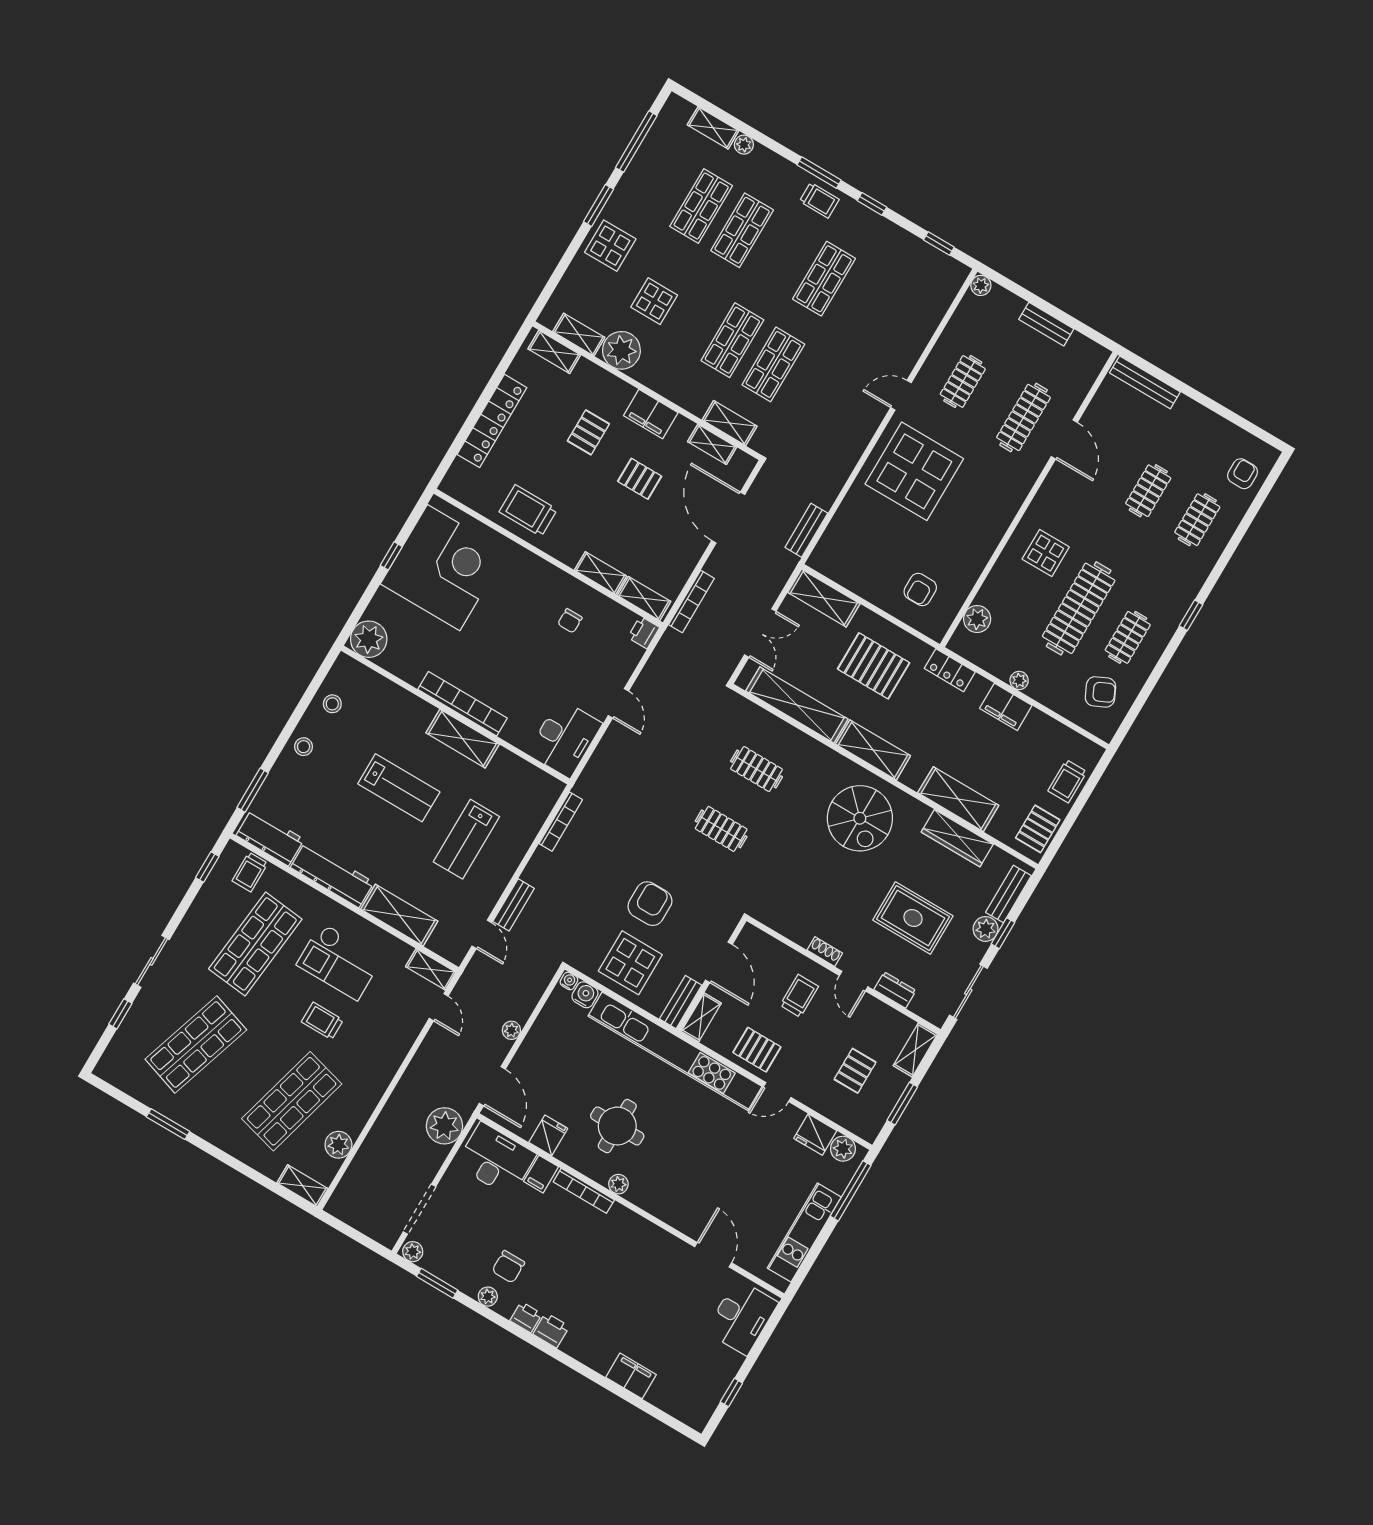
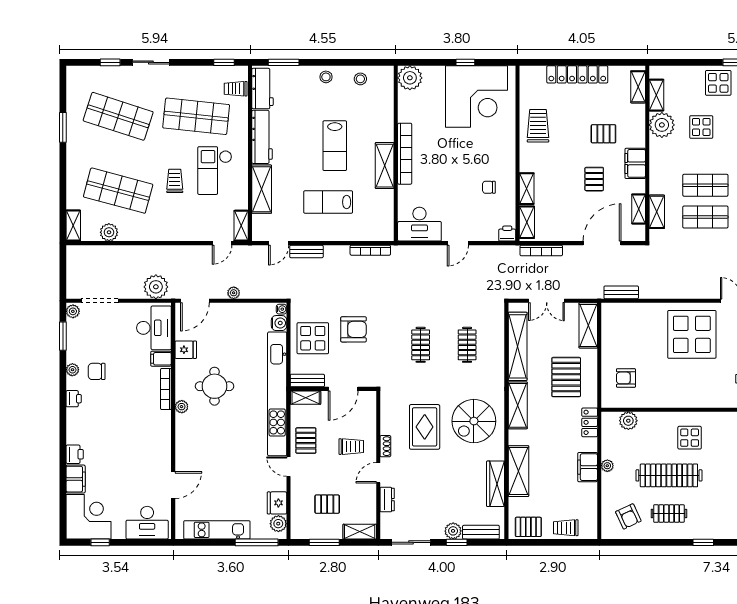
rug: (913, 918) -> (425, 427), moved
printer: (551, 1330) -> (75, 454), moved
corner desk: (690, 1388) -> (88, 517), added

